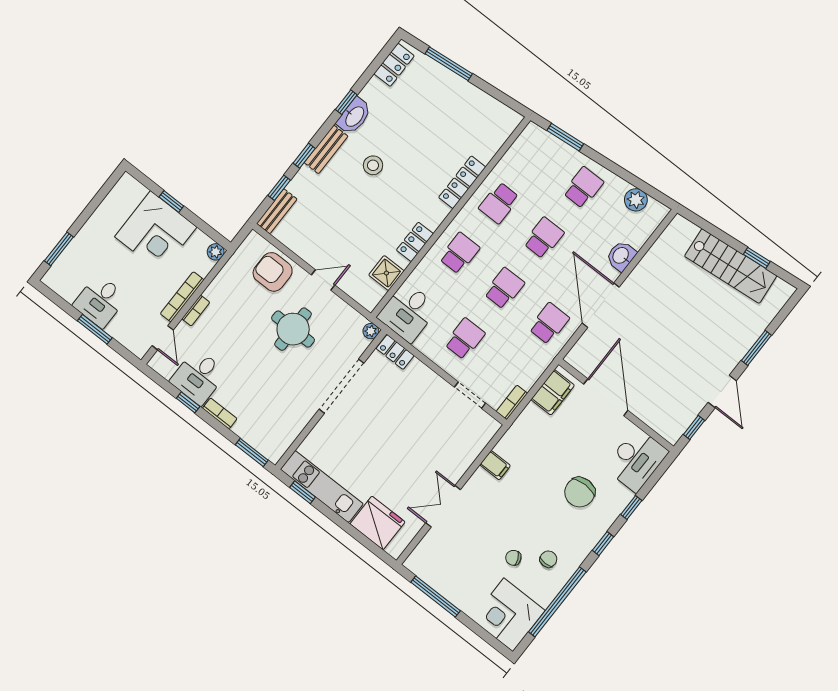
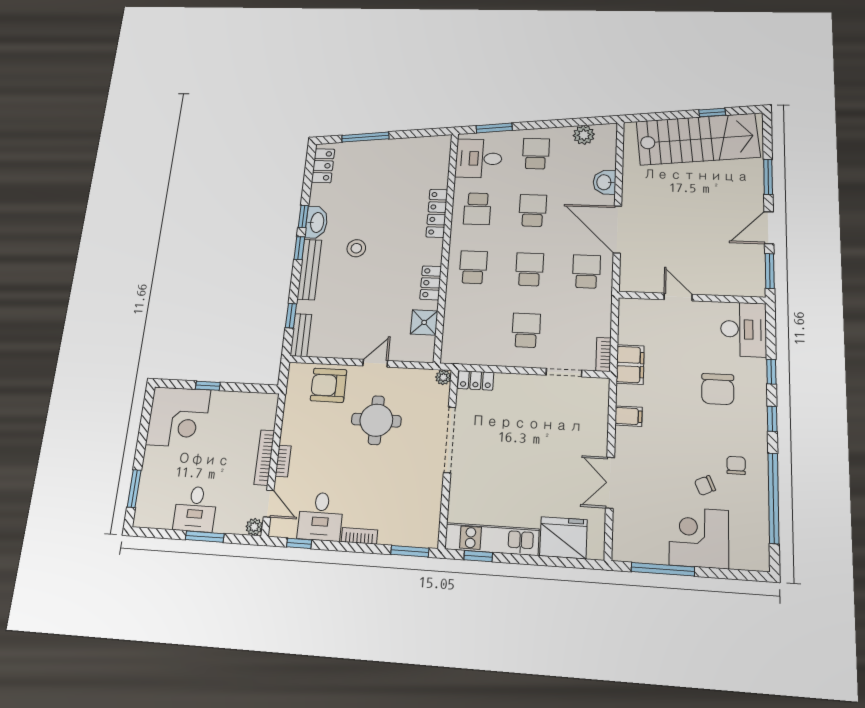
bench: (326, 149) -> (309, 270), width x1.36
window: (304, 156) -> (299, 248), moved
corner desk: (156, 232) -> (178, 417), moved
plant: (216, 252) -> (254, 527), moved
stairs: (731, 266) -> (698, 139), width x1.36, depth x1.51
desk: (408, 312) -> (479, 158), moved, turned 90
door: (722, 391) -> (769, 228), swing flipped
filing cabinet: (553, 392) -> (630, 365), moved
door: (606, 397) -> (678, 297), width x0.53
window: (188, 402) -> (299, 543), moved
window: (694, 427) -> (770, 271), width x1.50
corner desk: (508, 615) -> (699, 538), moved, turned 90

